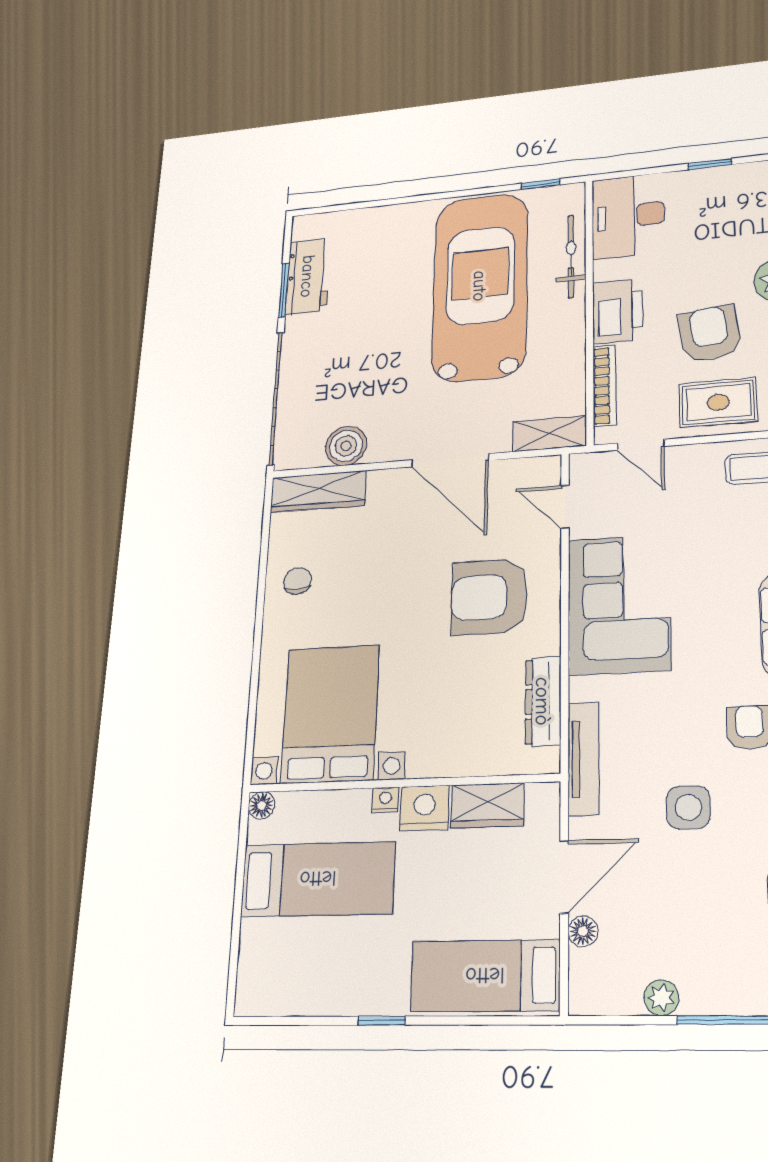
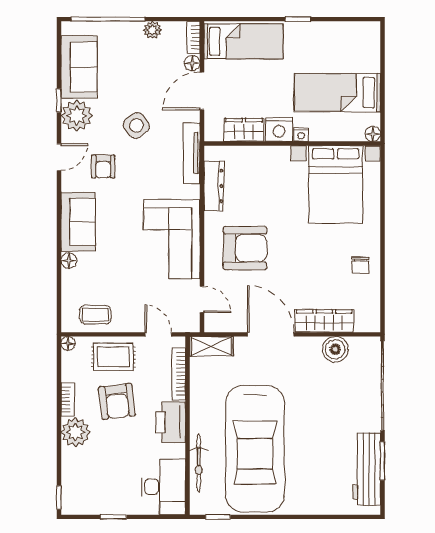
workbench: (308, 276) -> (367, 469), width x1.38
wardrobe: (318, 491) -> (324, 321), moved
side table: (688, 807) -> (136, 125), turned -37
bookcase: (580, 983) -> (193, 37), added

